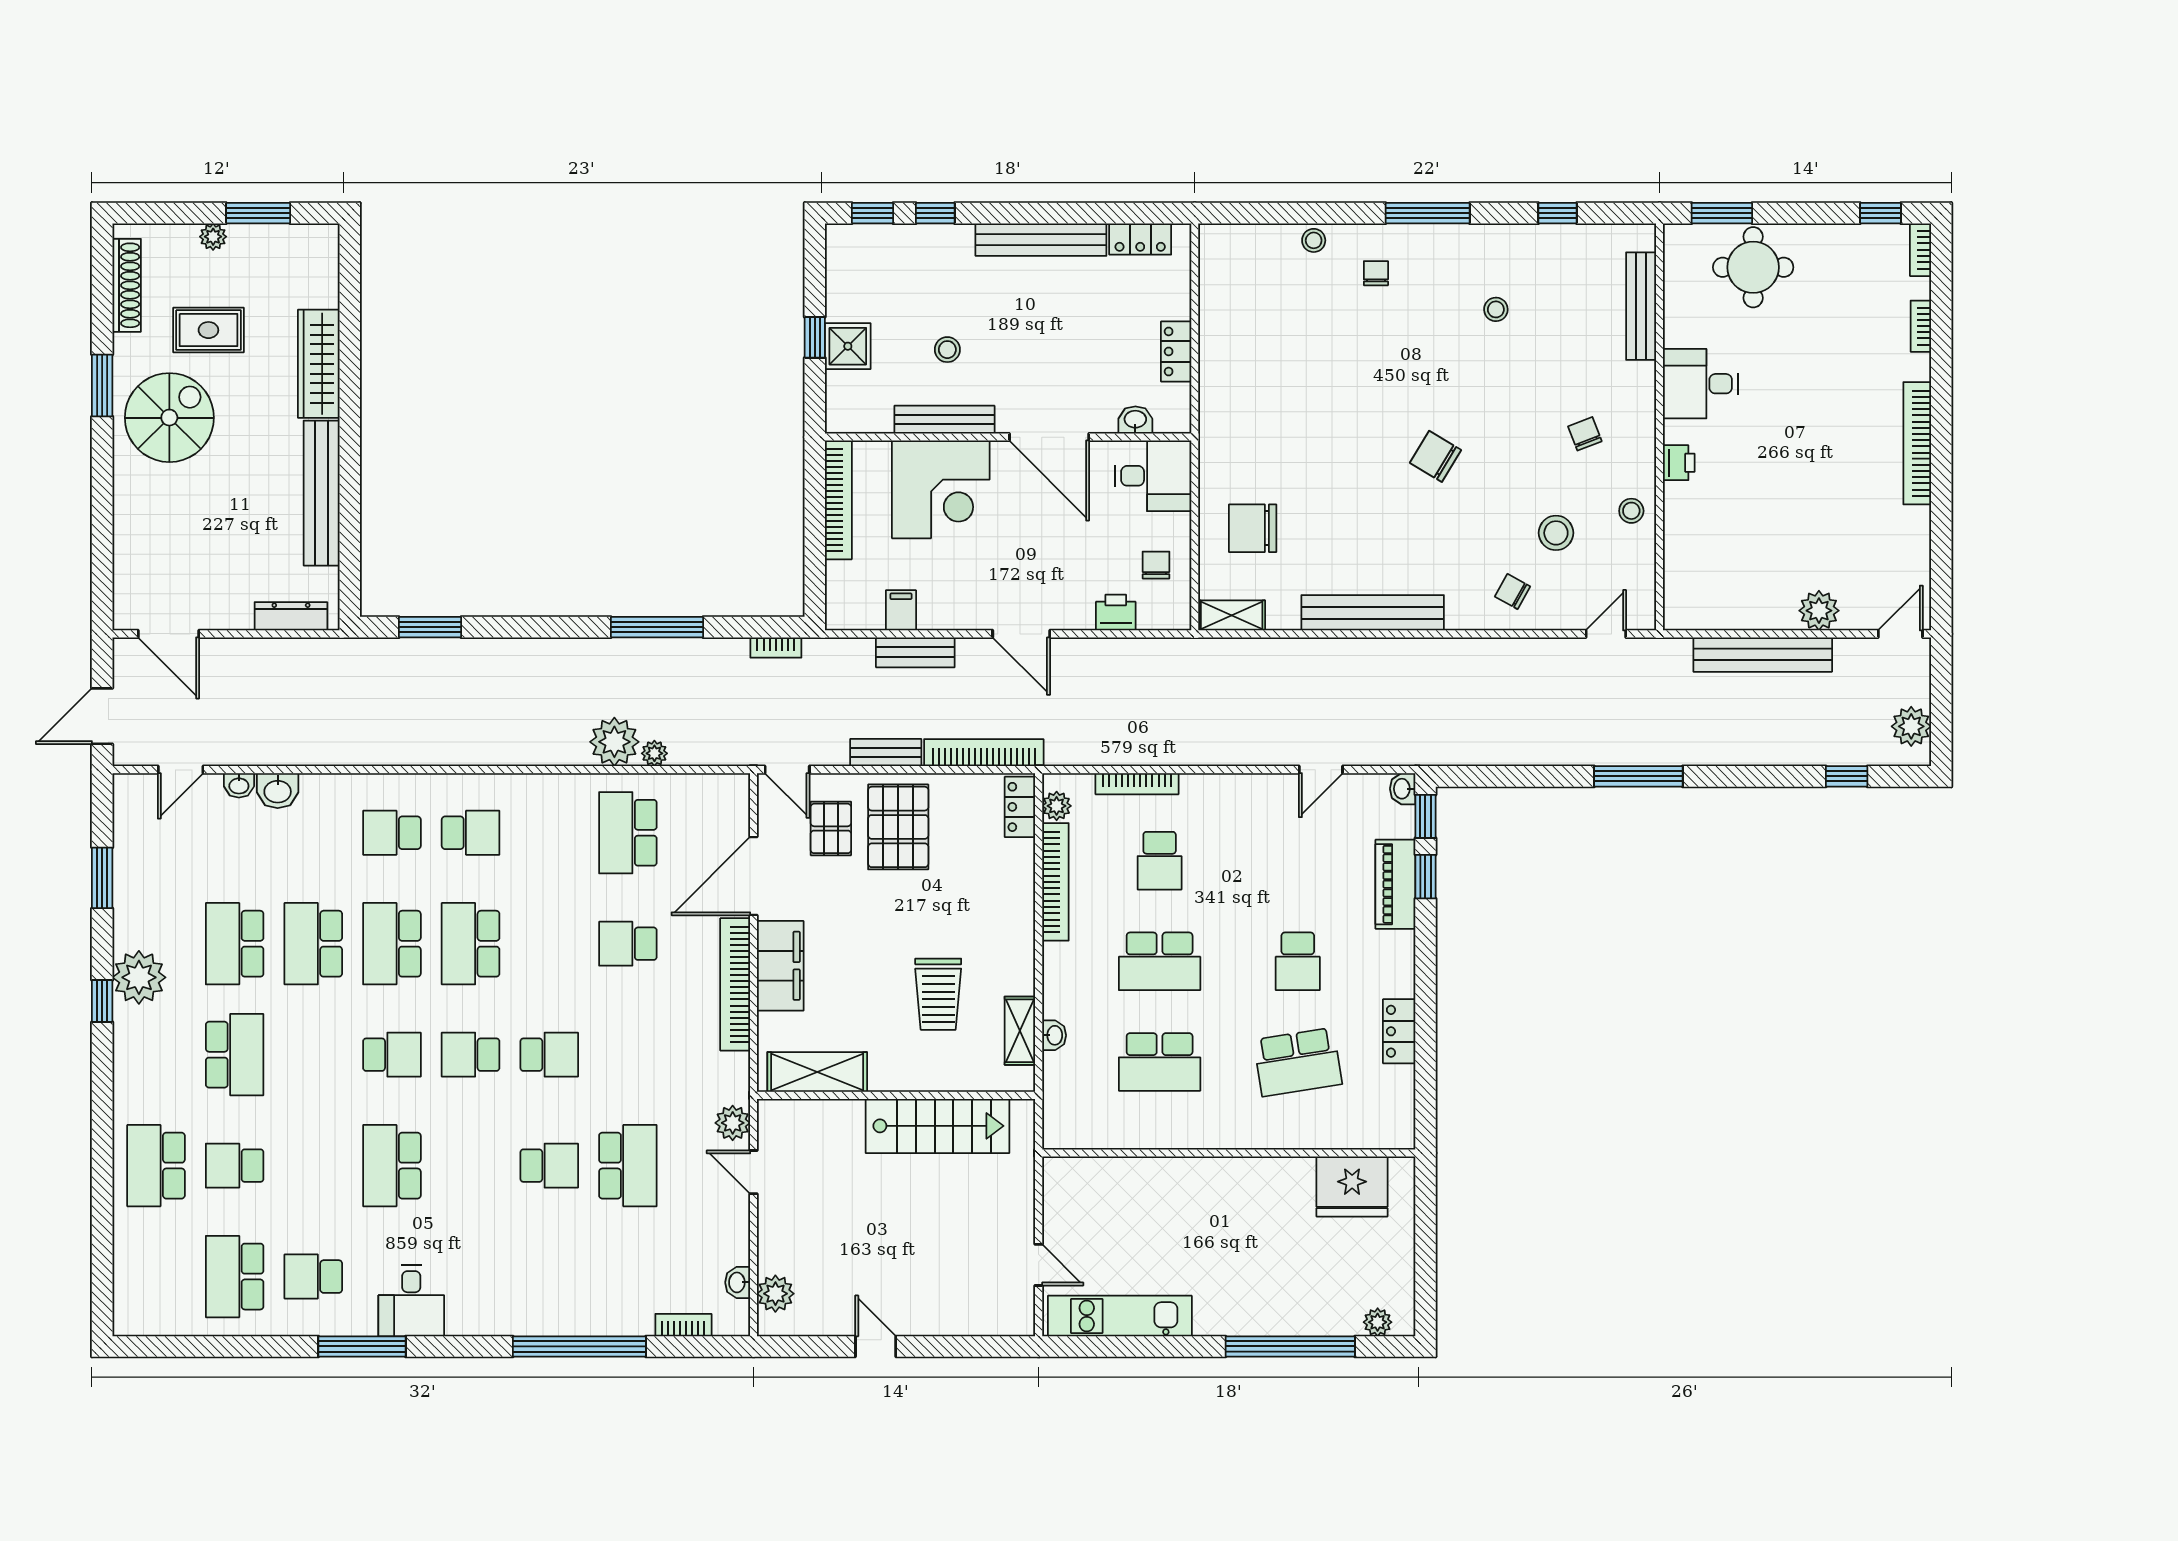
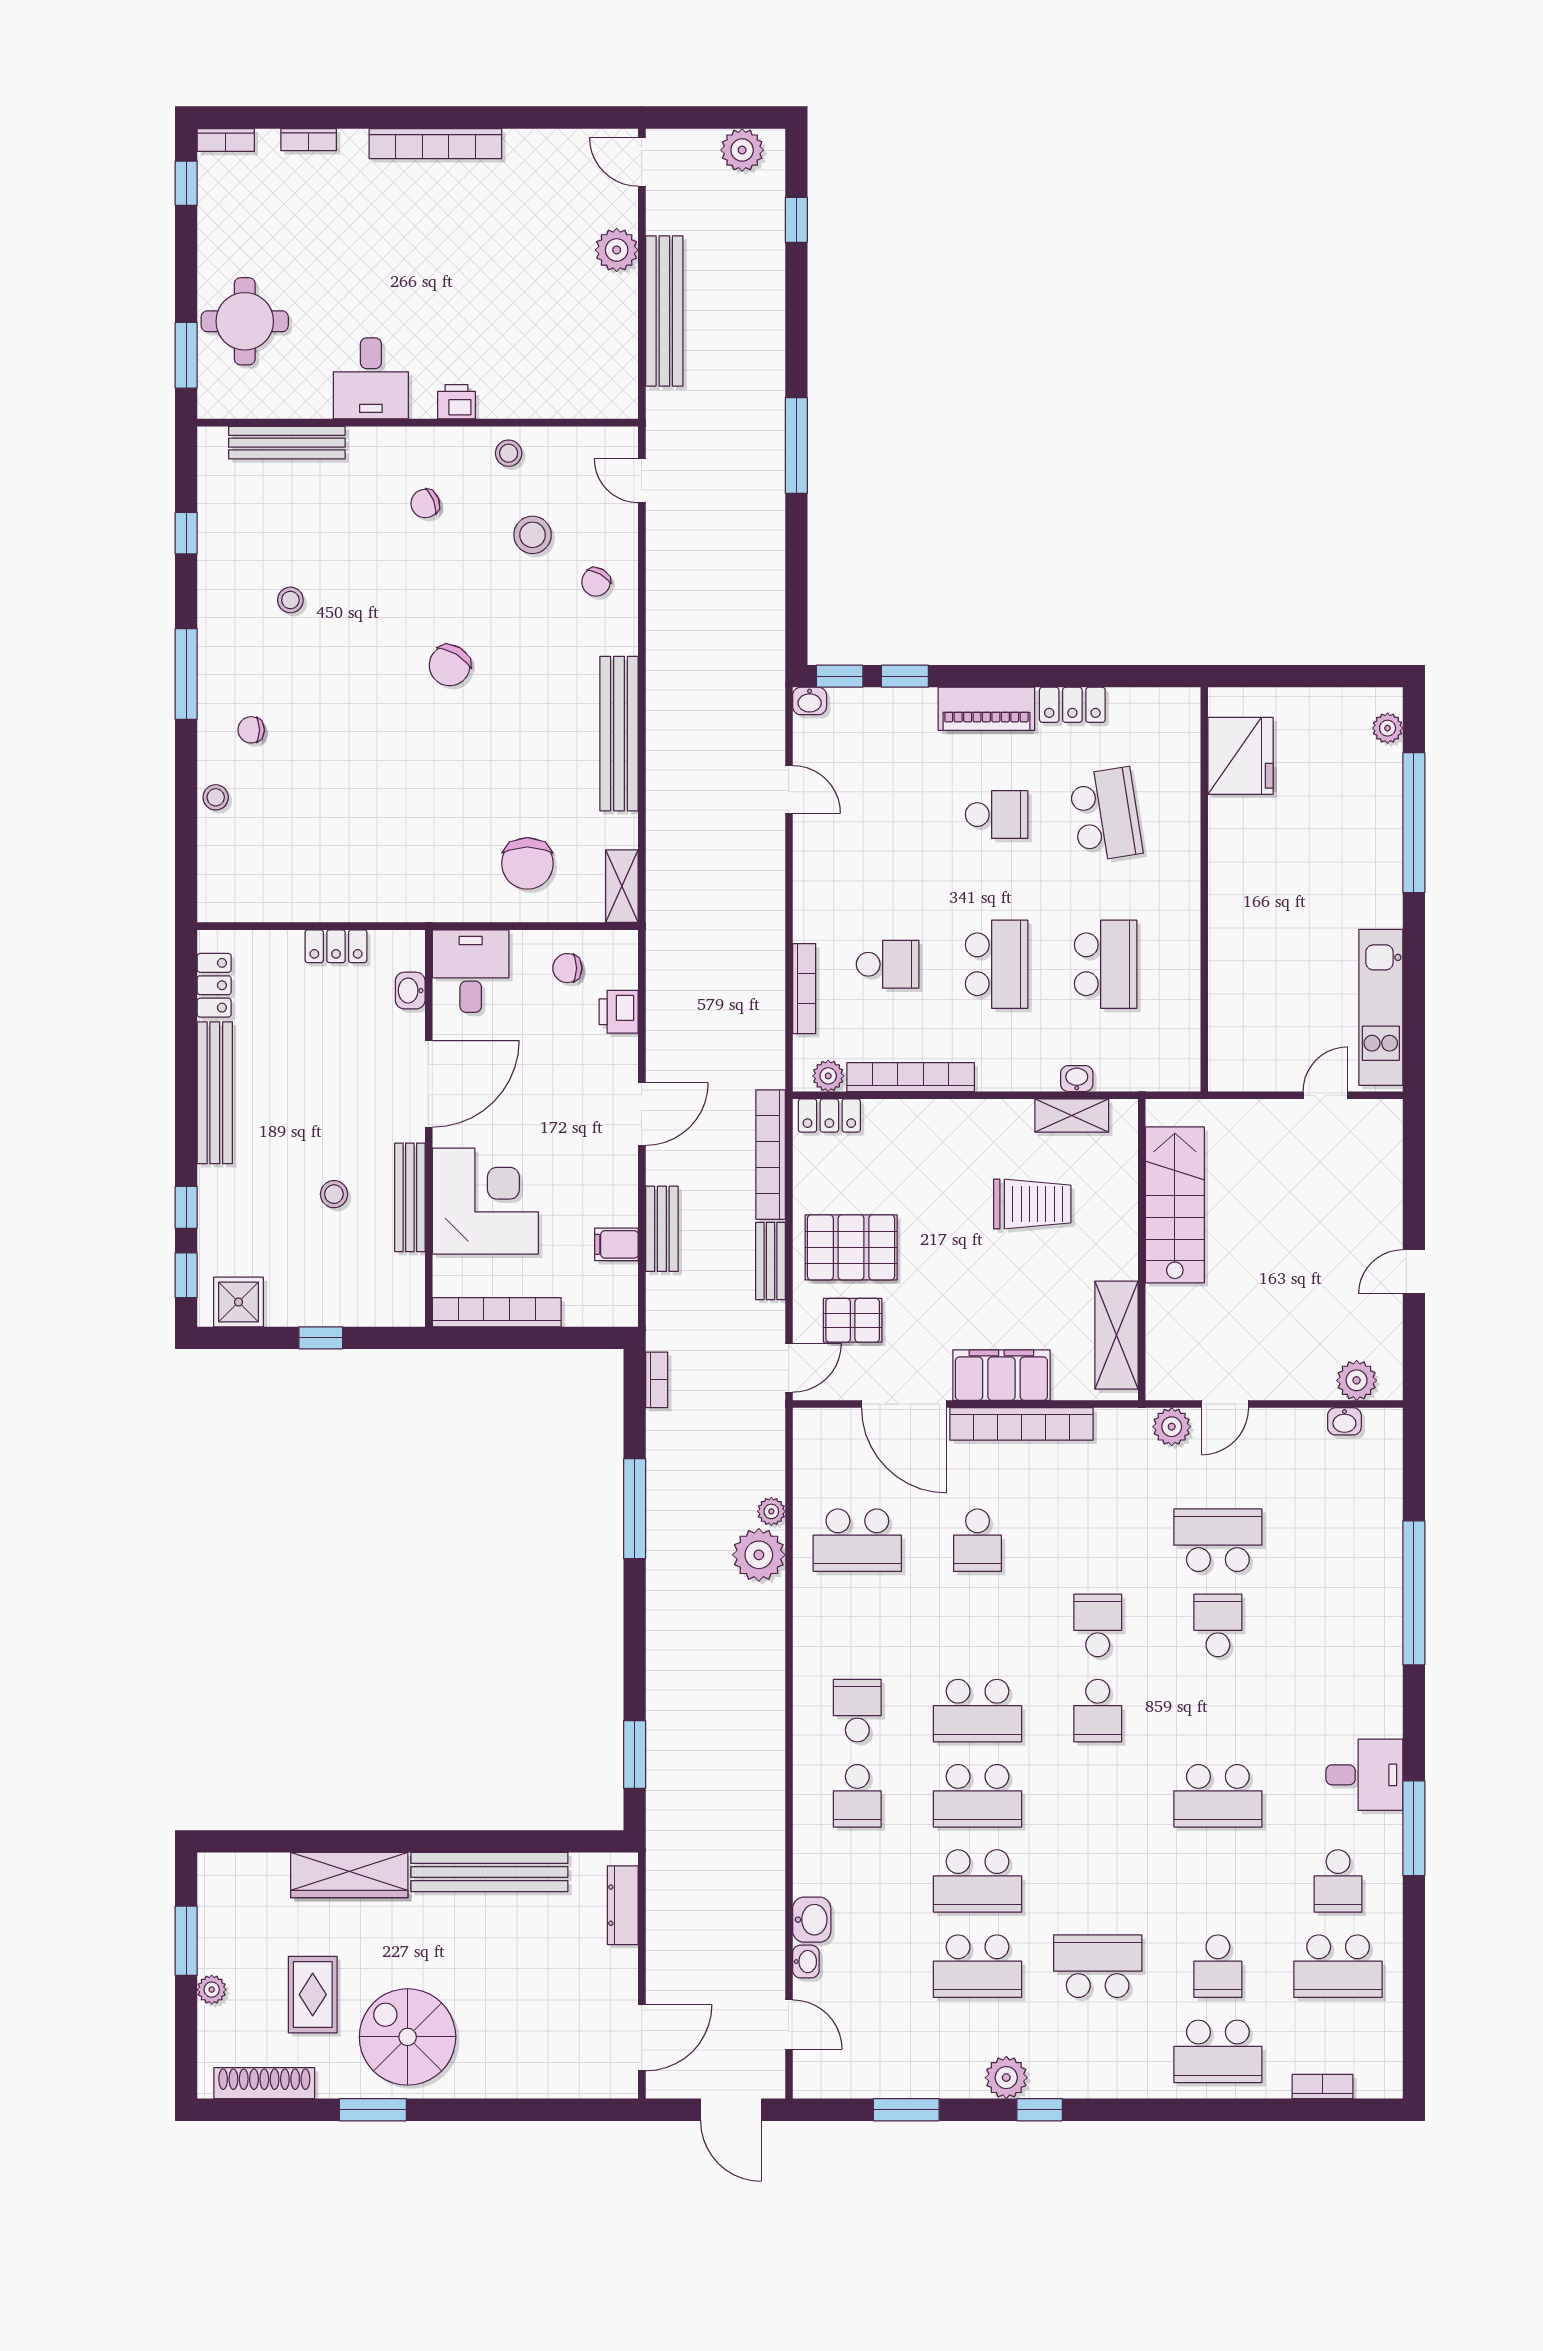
shower: (848, 346) -> (239, 1302), moved
piano: (1395, 884) -> (986, 709), moved
plant: (139, 977) -> (1006, 2078), width x0.73, depth x0.73
school desk: (392, 1055) -> (1098, 1796), removed
bookcase: (683, 1325) -> (1323, 2087), moved, turned 90

